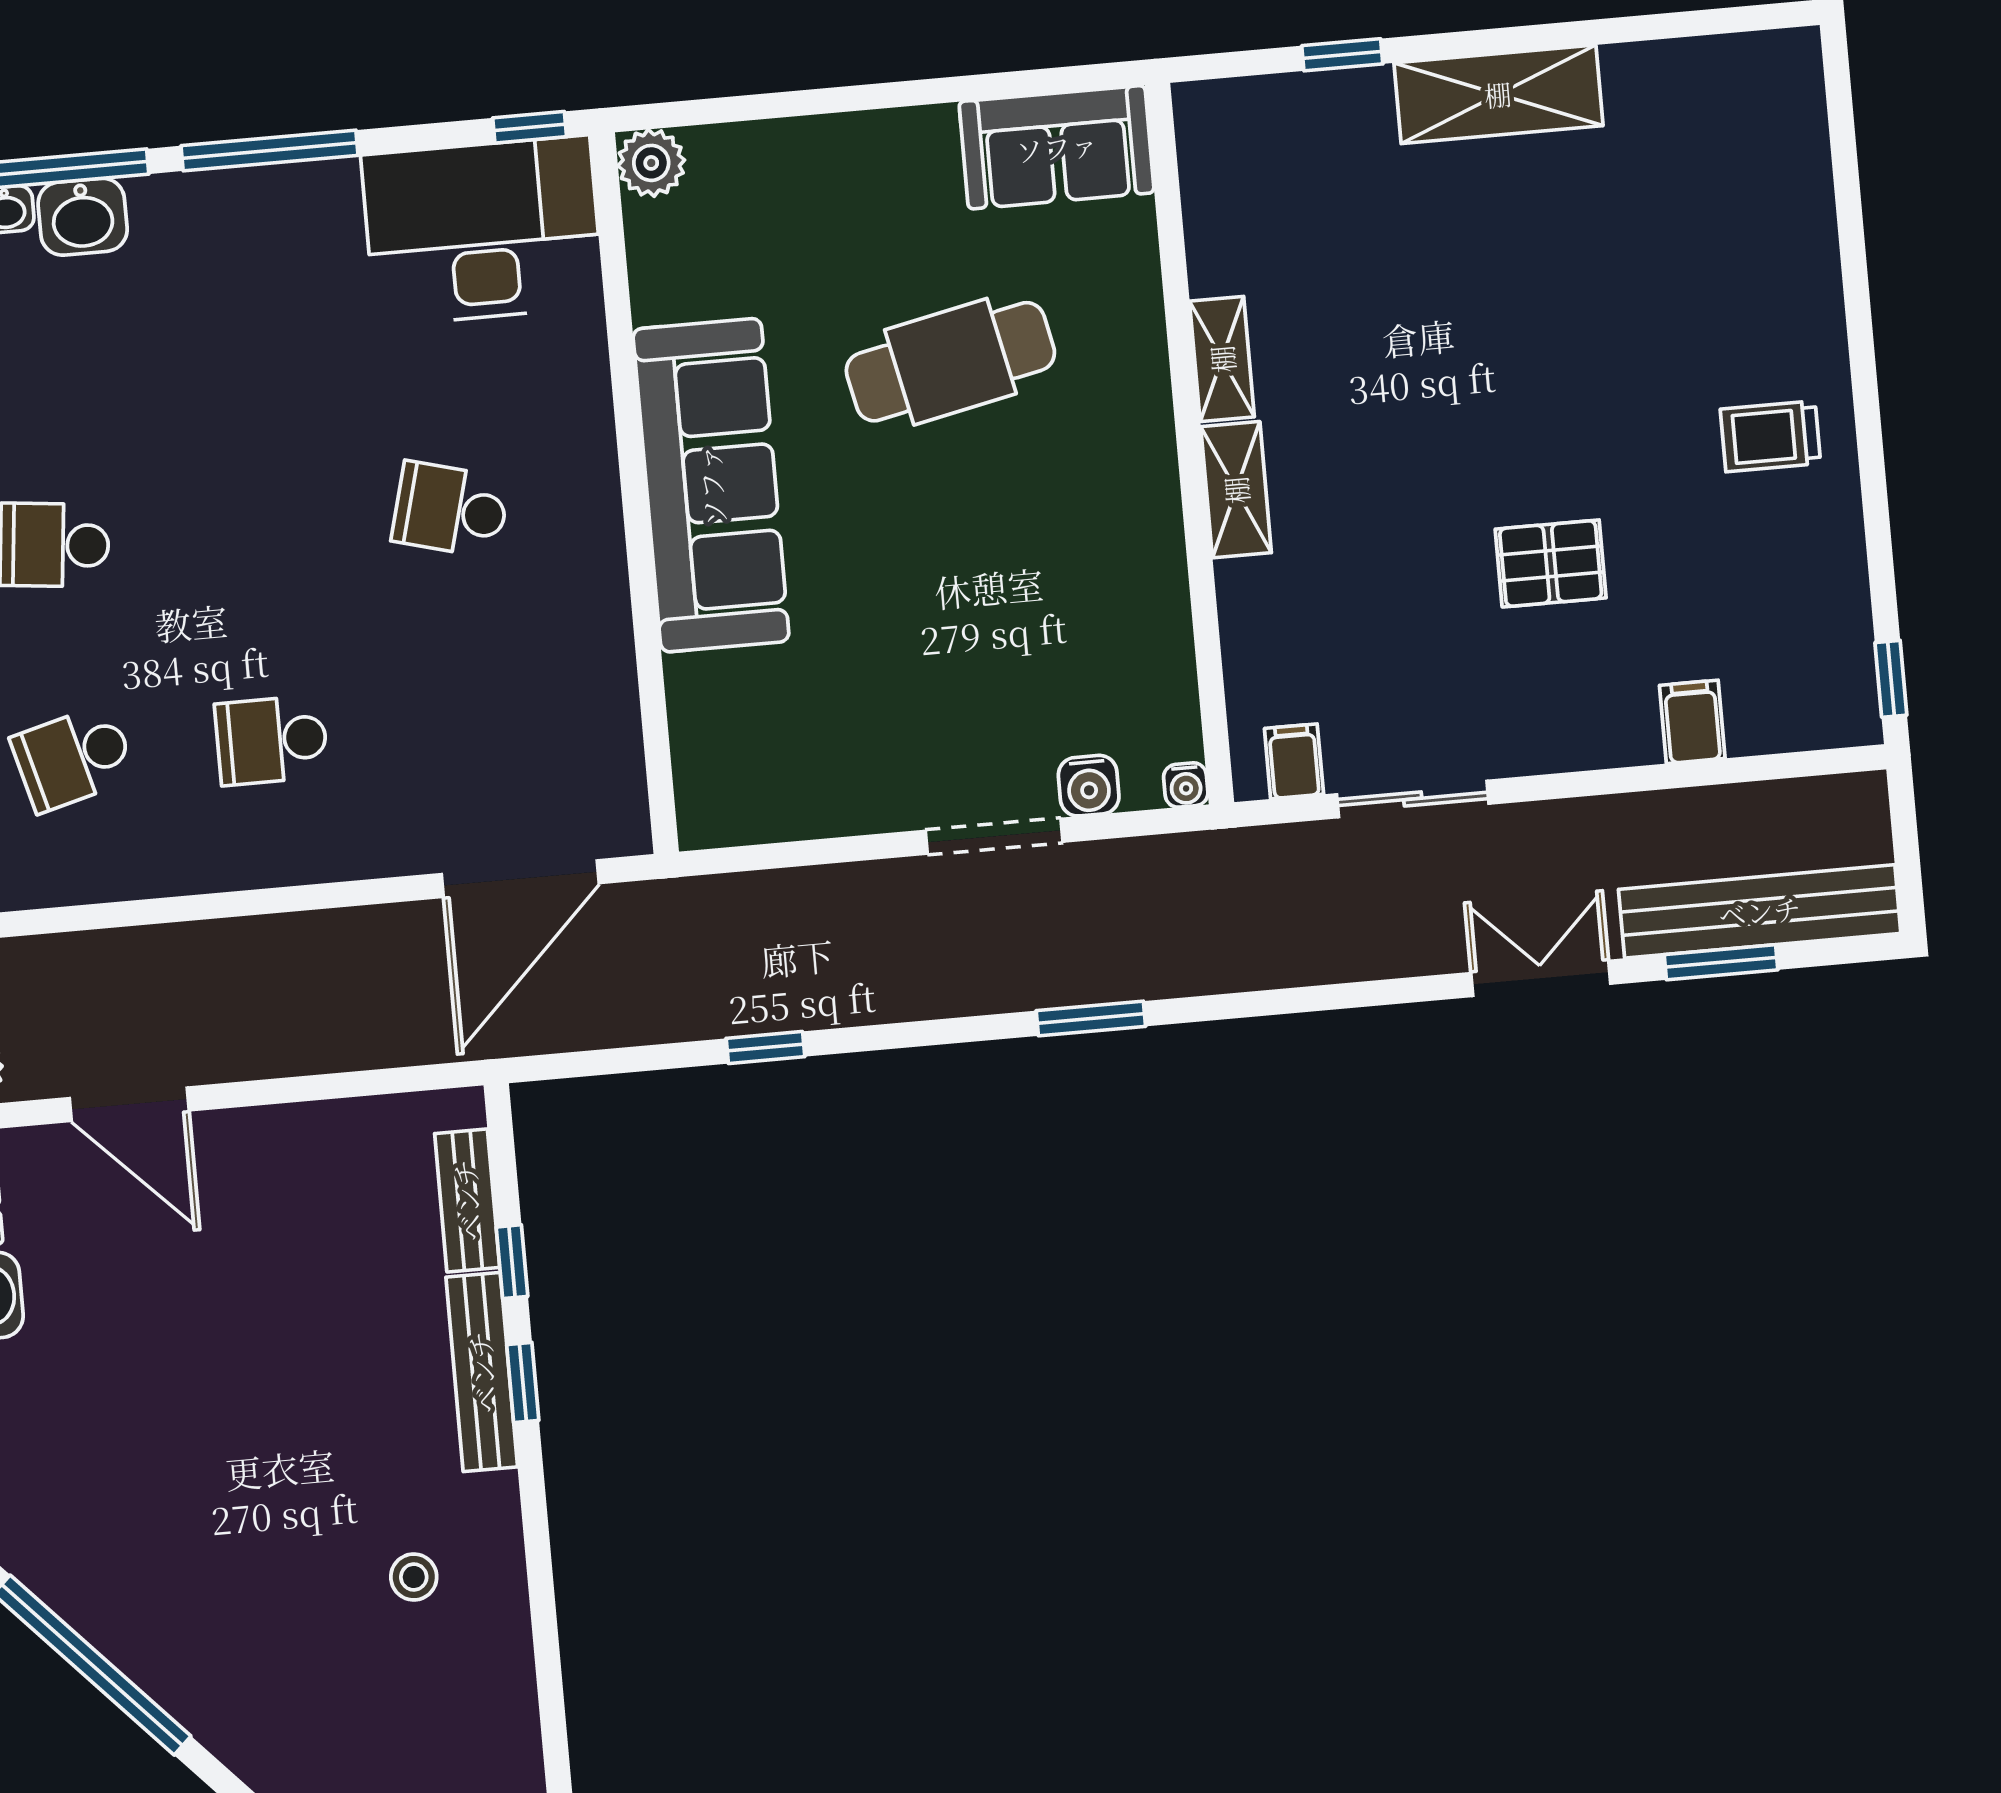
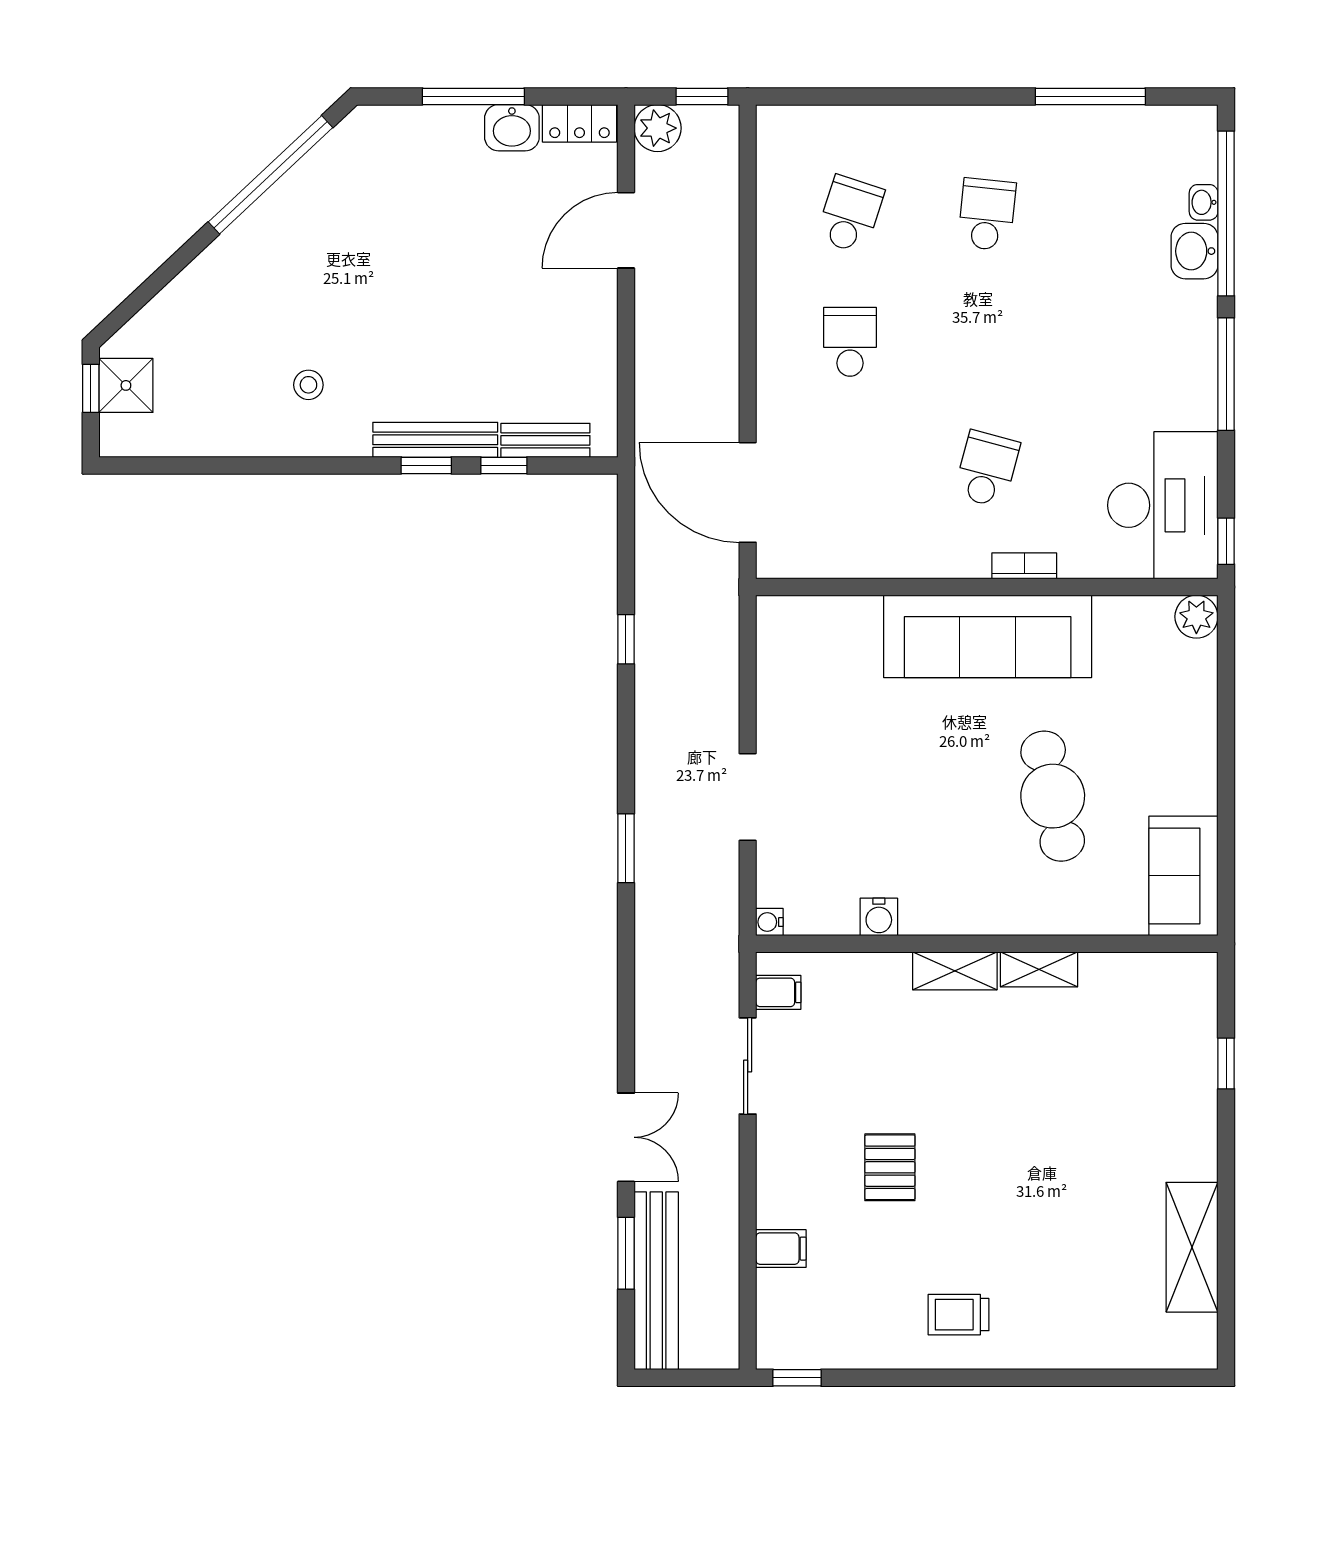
shelving: (1498, 94) -> (1192, 1247), moved
trolley: (1770, 436) -> (958, 1315), turned -90
bookcase: (596, 438) -> (1024, 566), added
school desk: (73, 758) -> (850, 214), turned 33
water cooler: (1089, 786) -> (879, 917), moved, turned -90

